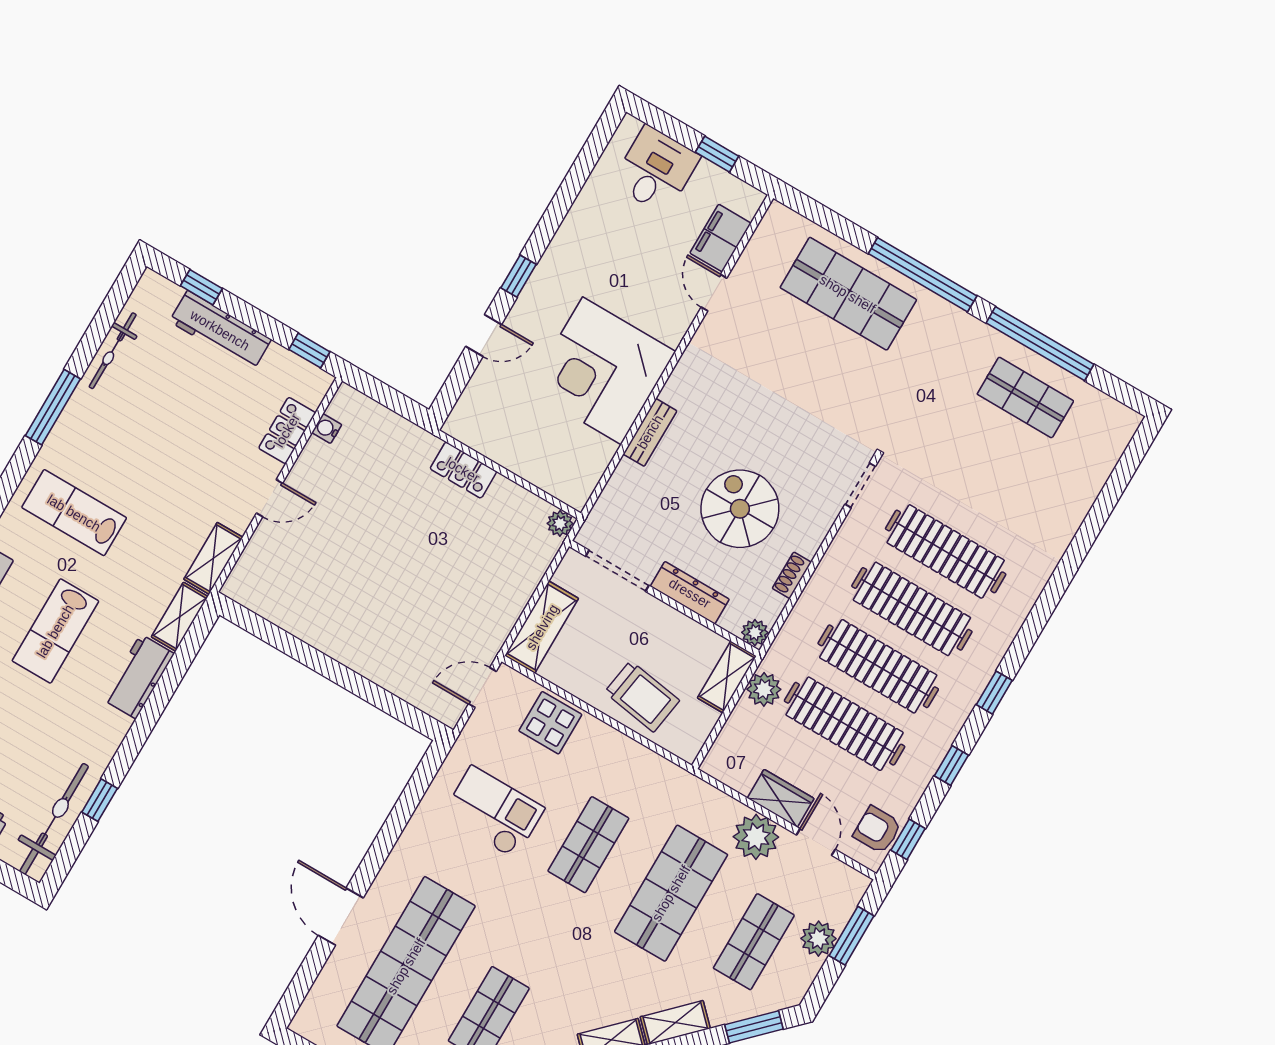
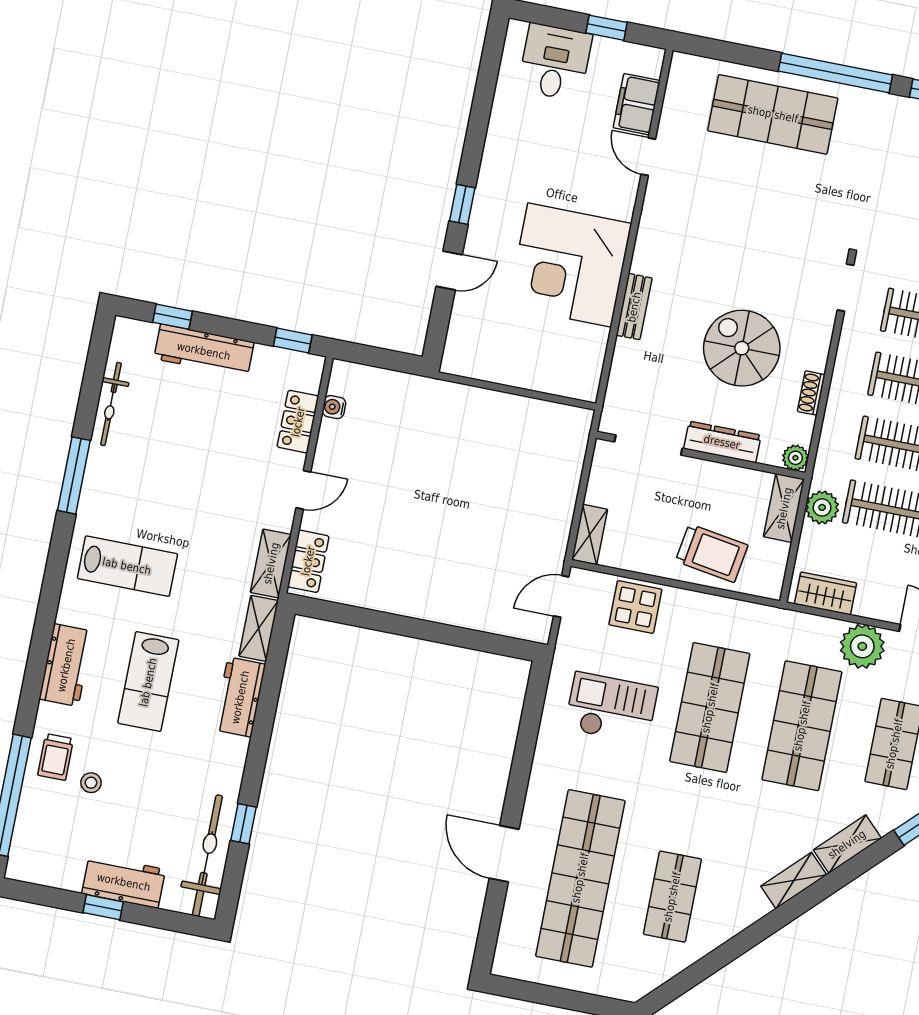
locker: (463, 470) -> (308, 561), moved, turned -90
lab bench: (74, 513) -> (127, 566), turned 180
plant: (560, 523) -> (580, 420), removed
shelving: (542, 627) -> (590, 535), width x0.67, depth x0.75
wardrobe: (781, 798) -> (826, 593), moved
shop shelf: (588, 845) -> (710, 708), width x1.43, depth x1.36

